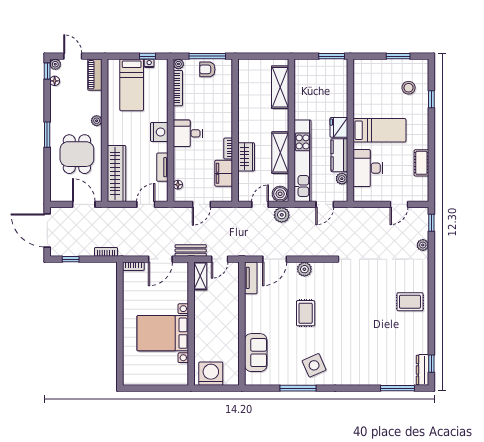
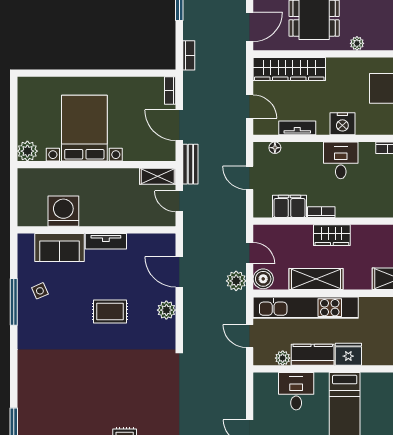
wardrobe: (246, 157) -> (332, 235), moved
desk: (368, 168) -> (296, 391), width x0.73
tv unit: (251, 278) -> (106, 241), moved
side table: (314, 365) -> (40, 291), moved, width x0.54, depth x0.54
washing machine: (211, 374) -> (63, 211), moved, turned -90
plant: (180, 378) -> (27, 151), added

